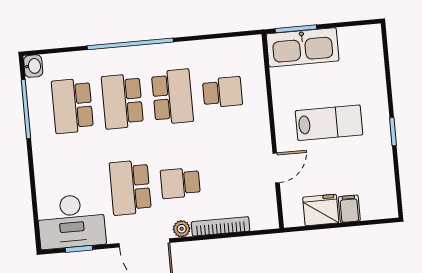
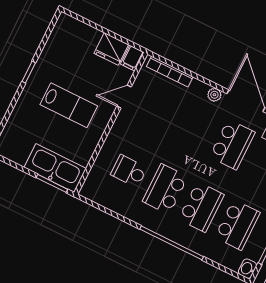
lab bench: (329, 123) -> (69, 105), turned 180
school desk: (180, 183) -> (196, 127), removed
filing cabinet: (349, 209) -> (132, 58), moved
bookcase: (221, 226) -> (170, 72), moved

